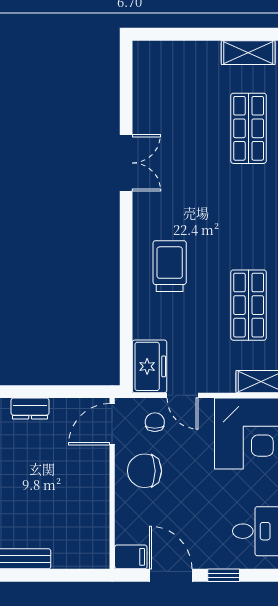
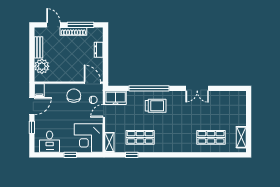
window: (126, 283) -> (149, 88), added
plant: (71, 551) -> (42, 66), added

